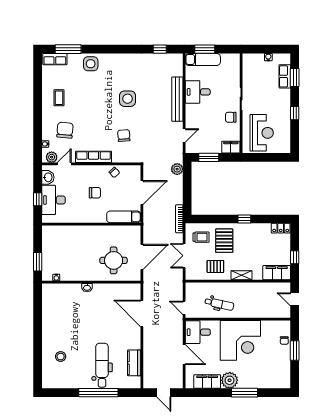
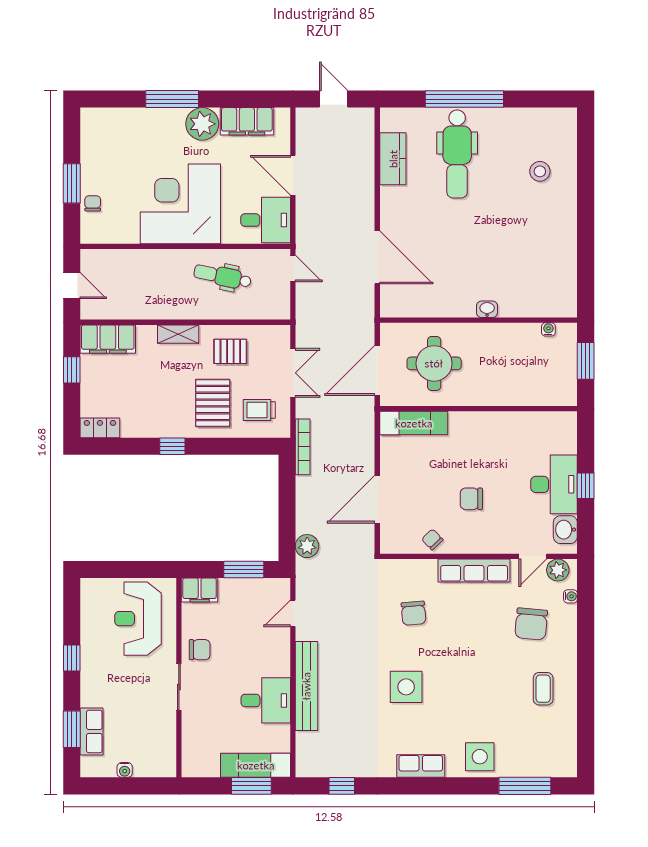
row of seats: (55, 59) -> (421, 766), moved
exam couch: (124, 217) -> (414, 423), moved
wall: (91, 224) -> (479, 409), moved

